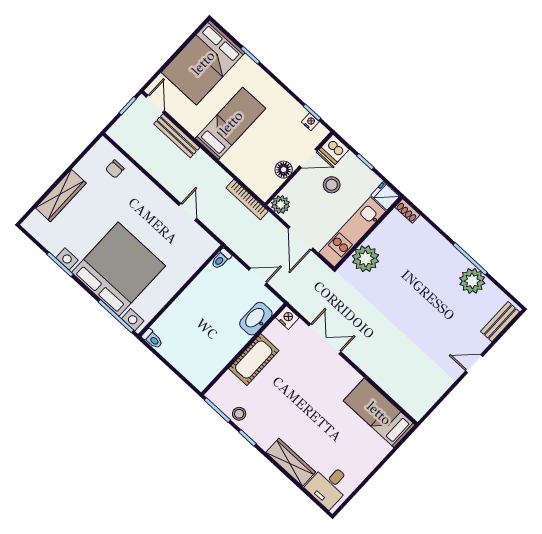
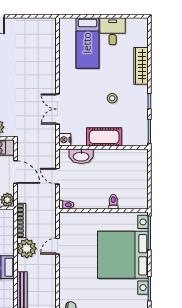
plant: (214, 179) -> (27, 248), added
door: (301, 238) -> (16, 172), hinge flipped
toilet: (152, 339) -> (113, 202), moved
bed: (379, 413) -> (87, 43), moved
stool: (239, 414) -> (112, 98), moved
desk: (329, 486) -> (113, 31), moved, turned -90

